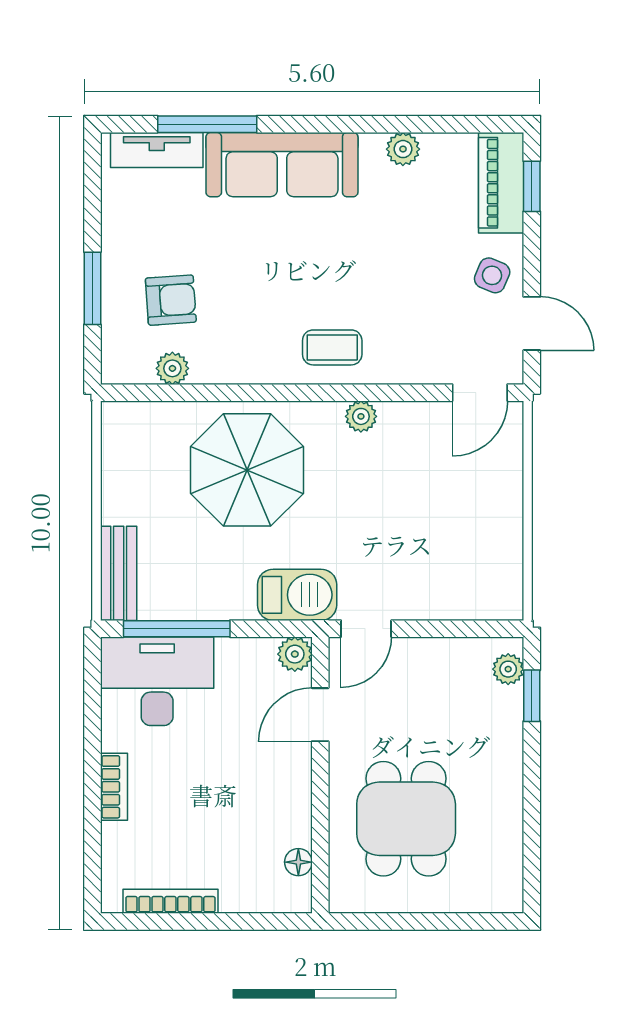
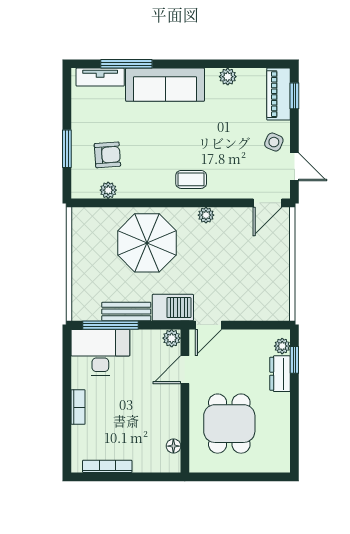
bench: (119, 573) -> (126, 312), moved, turned 90
dresser: (504, 723) -> (280, 374), added

